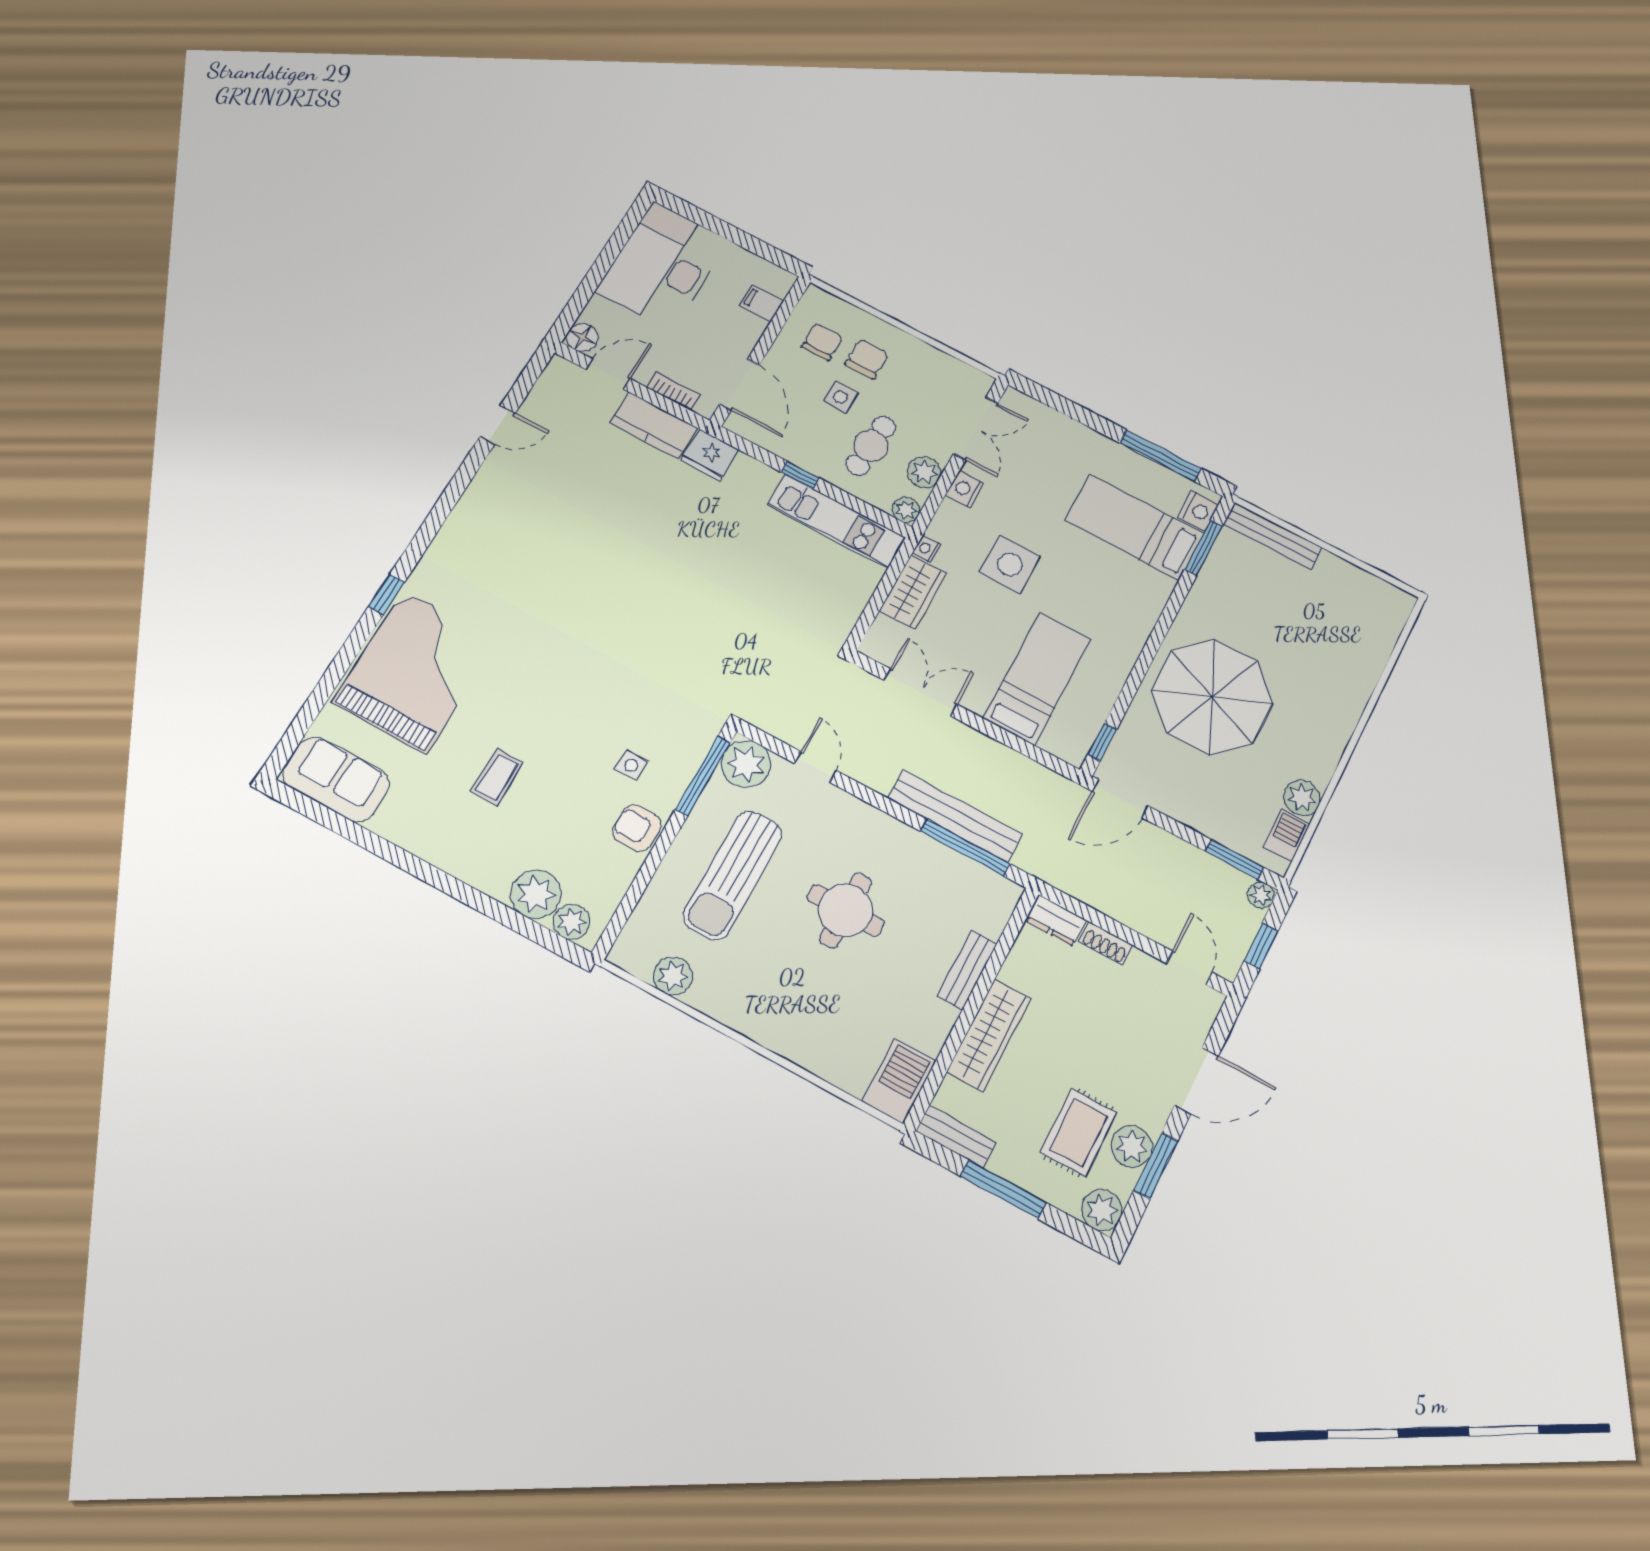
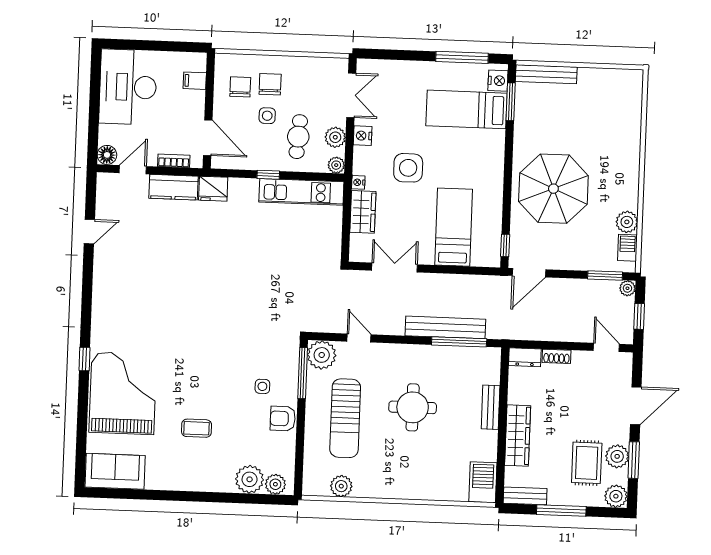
coffee table: (497, 777) -> (197, 428), turned 90

